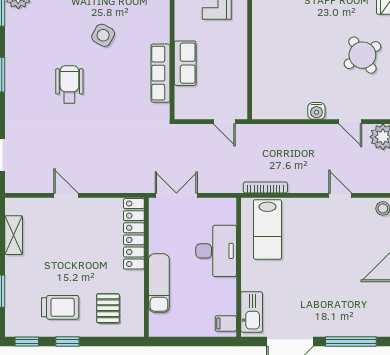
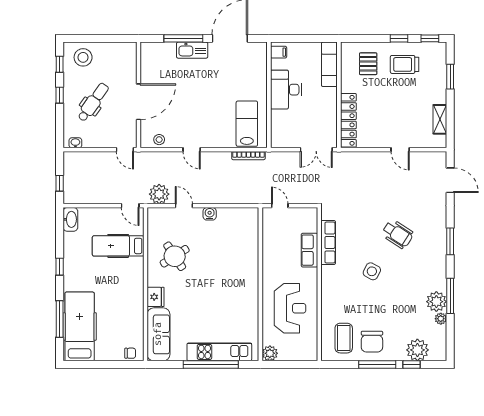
wheelchair: (69, 84) -> (397, 234), turned -57
desk: (216, 251) -> (286, 90), moved
exam couch: (159, 283) -> (329, 64), moved
kitchen sink: (252, 312) -> (192, 50), moved, turned -90

